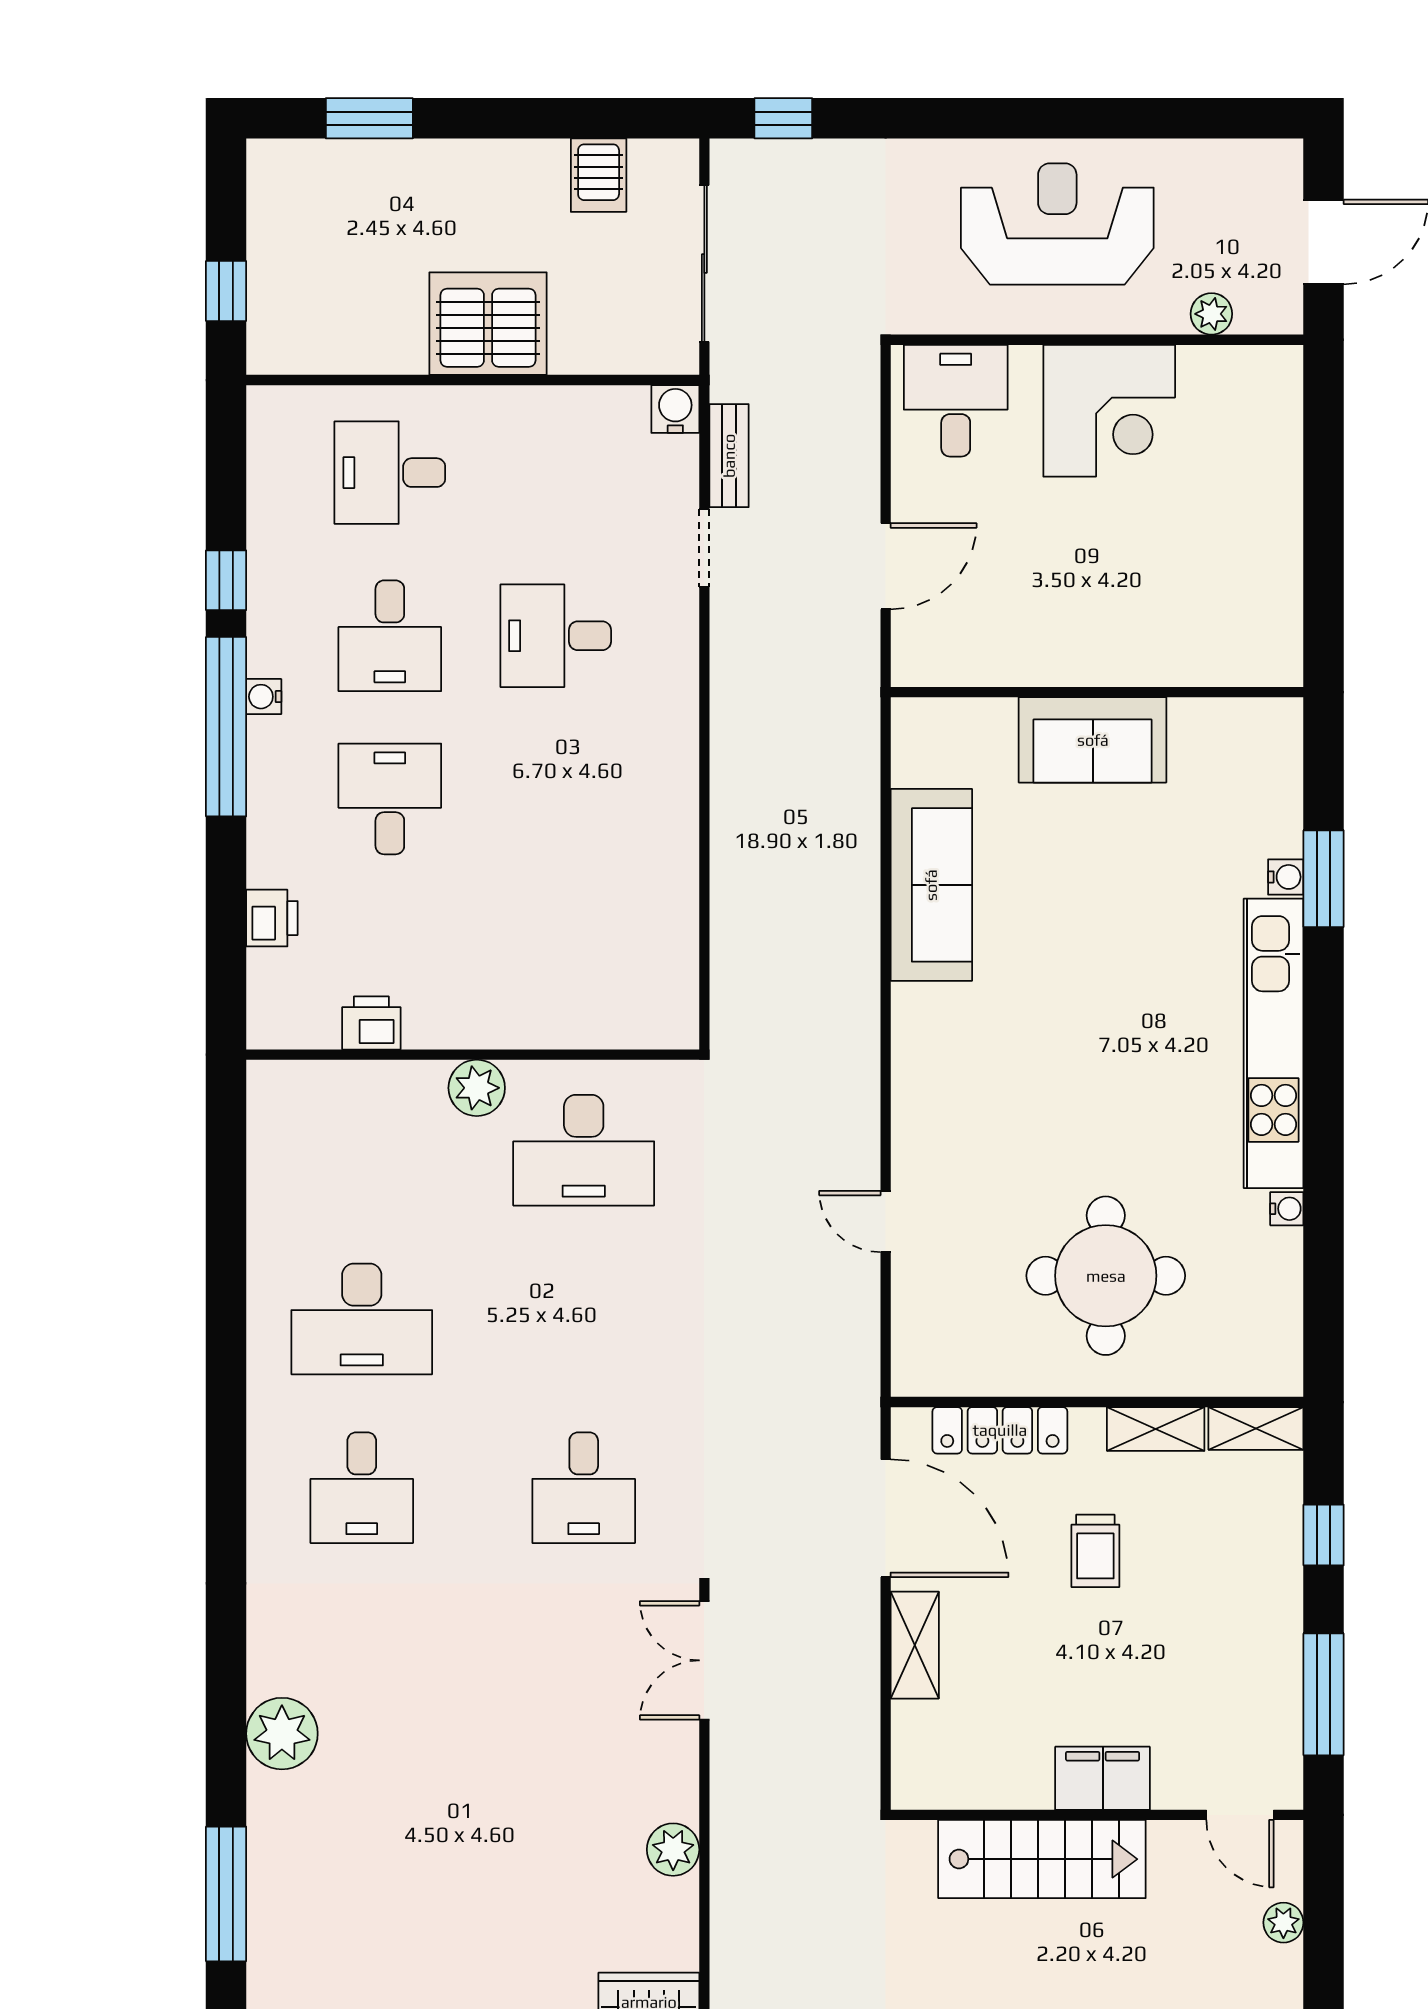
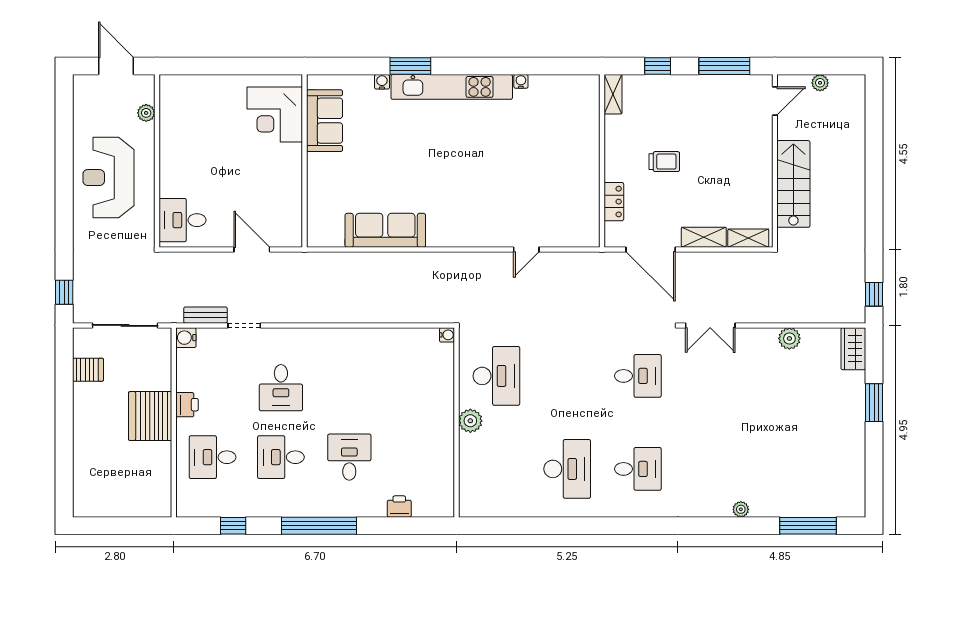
window: (369, 118) -> (64, 466), removed
window: (226, 291) -> (137, 526), removed
corner desk: (1109, 411) -> (275, 115), moved, turned 180
desk: (390, 473) -> (213, 457), turned 90
window: (226, 580) -> (233, 526), moved
desk: (390, 636) -> (281, 457), turned 180
water cooler: (264, 697) -> (447, 335), moved, turned -90
sofa: (1093, 740) -> (325, 121), moved
desk: (390, 799) -> (349, 457), turned 90
window: (1324, 879) -> (410, 66), moved
printer: (371, 1023) -> (187, 405), moved, turned 180
round table: (1106, 1276) -> (549, 157), removed
shelving: (1156, 1429) -> (748, 238), moved, turned 90
locker: (1000, 1430) -> (614, 202), width x0.66
door: (886, 1518) -> (651, 249), swing flipped
plant: (282, 1734) -> (741, 509), width x0.53, depth x0.53
filing cabinet: (1103, 1778) -> (760, 159), removed

